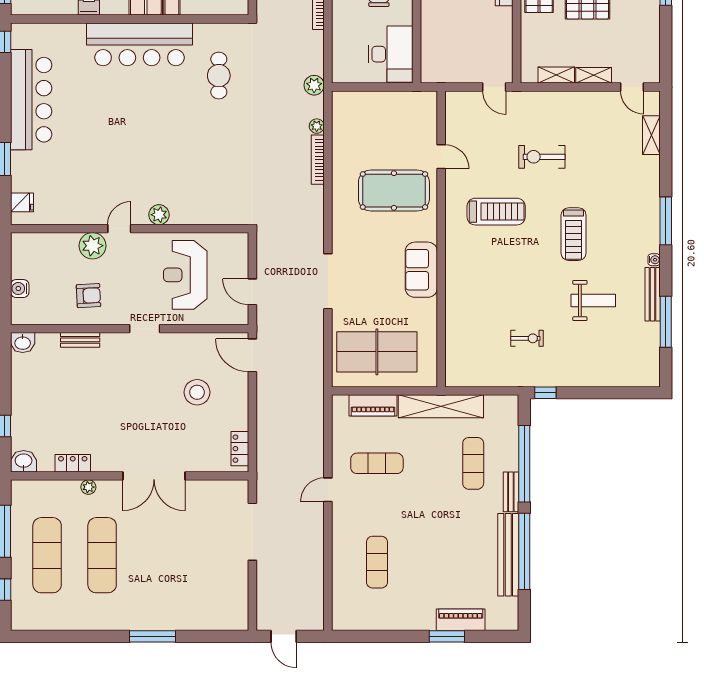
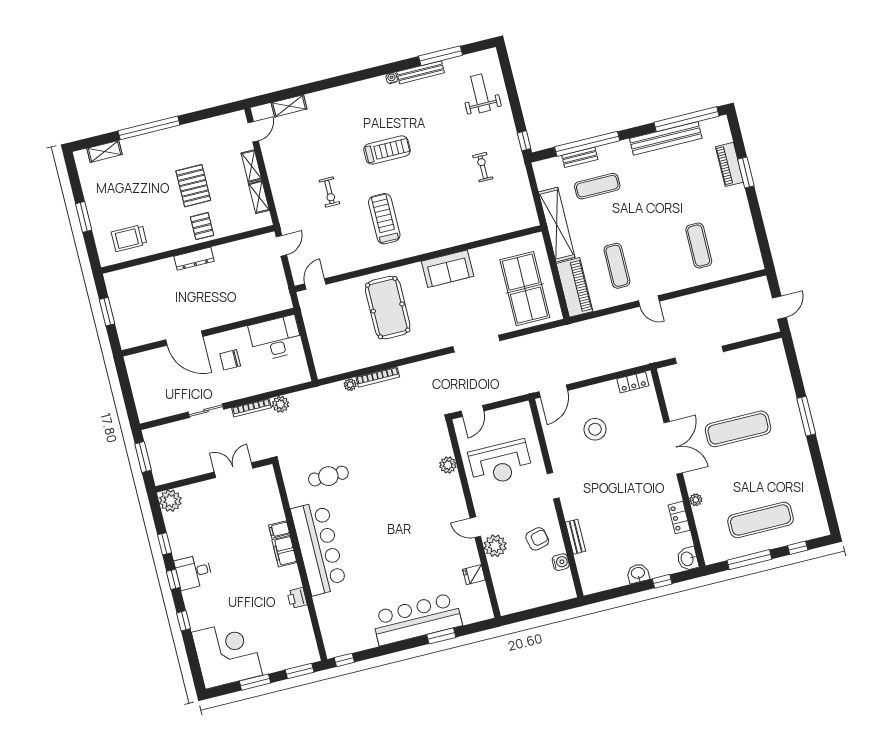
plant: (314, 85) -> (280, 404), moved
bar counter: (31, 100) -> (417, 619), moved
door: (441, 157) -> (315, 284), moved
exercise bike: (542, 157) -> (329, 192), width x0.73, depth x0.72
fridge: (22, 202) -> (474, 575), moved, turned -90
plant: (159, 215) -> (448, 465), moved
window: (666, 221) -> (357, 76), removed
water cooler: (20, 289) -> (561, 562), moved, turned -90
door: (252, 292) -> (472, 411), moved
armchair: (88, 296) -> (537, 539), turned 80
weight bench: (593, 301) -> (480, 93), moved
washbasin: (23, 343) -> (638, 573), moved, turned -90
piano: (373, 405) -> (575, 287), width x1.37, depth x1.33
bench: (511, 492) -> (580, 157), moved
window: (524, 551) -> (687, 119), moved
exercise mat: (102, 555) -> (738, 429), moved
exercise mat: (377, 562) -> (699, 246), turned 90

